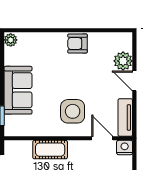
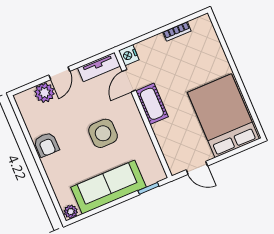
sofa: (18, 90) -> (109, 187), width x1.36
side table: (73, 111) -> (103, 133), moved
cot: (50, 150) -> (152, 104), moved

